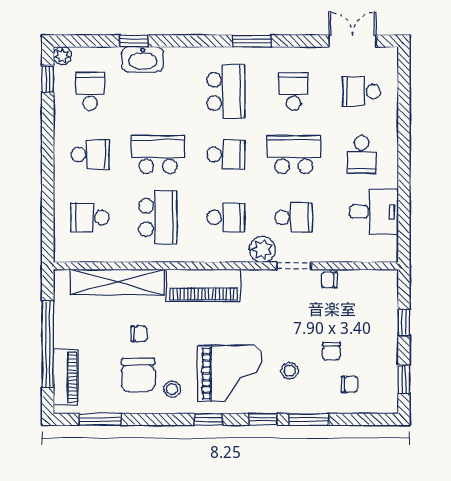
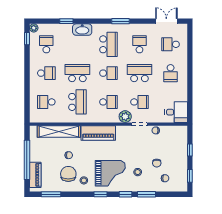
washbasin: (143, 59) -> (82, 30), moved
desk: (374, 212) -> (176, 112), moved
chair: (138, 375) -> (68, 174), turned 180

